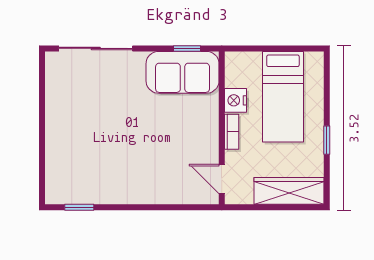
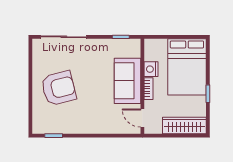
sofa: (183, 72) -> (128, 81), moved, turned 90
bed: (283, 97) -> (187, 67), width x1.50
armchair: (87, 131) -> (59, 88), added

